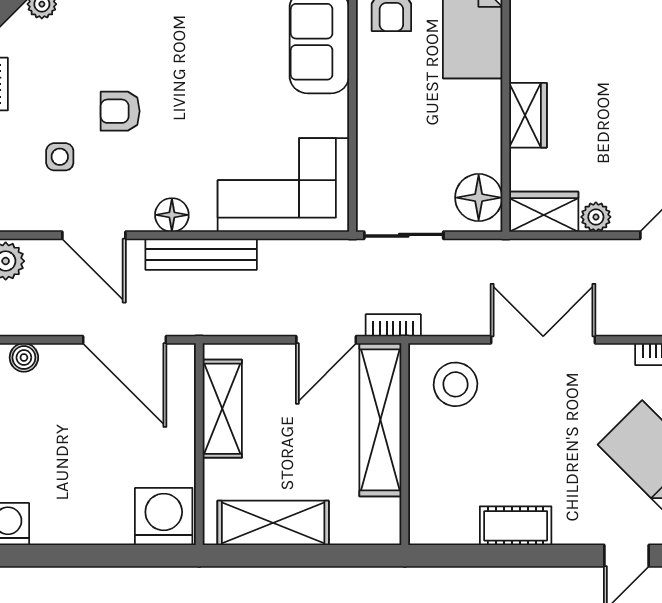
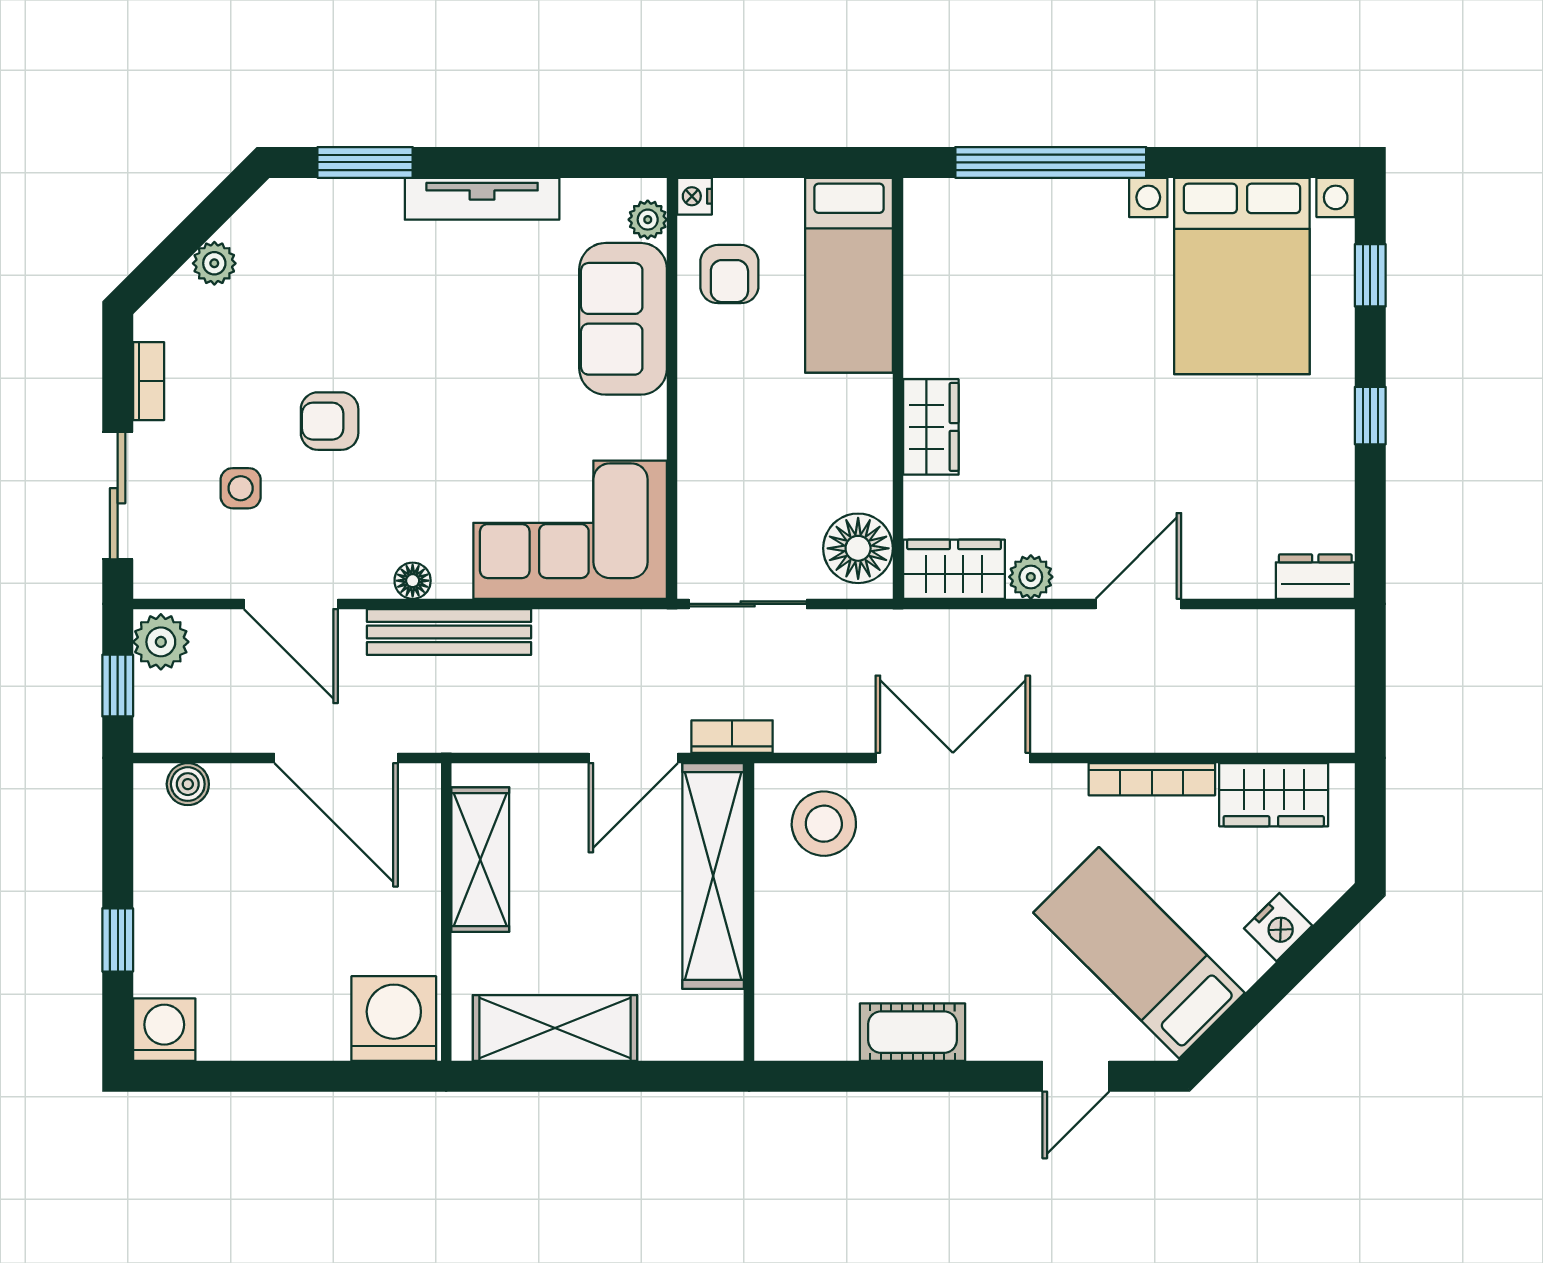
floor lamp: (172, 215) -> (413, 581), width x0.73, depth x0.73

